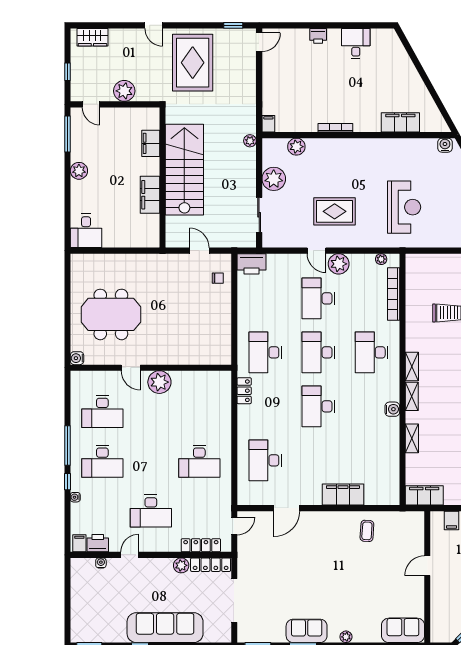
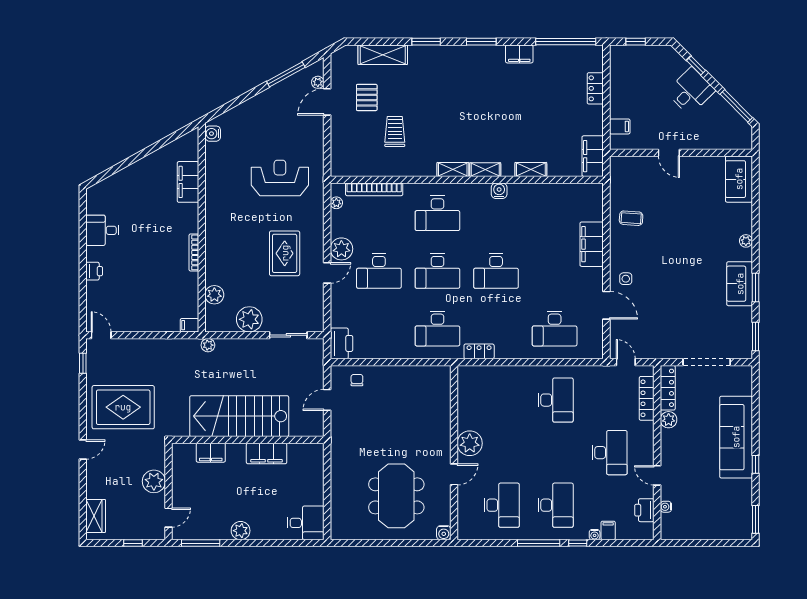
side table: (311, 526) -> (626, 279), added
filing cabinet: (79, 543) -> (608, 530), moved, turned 90

